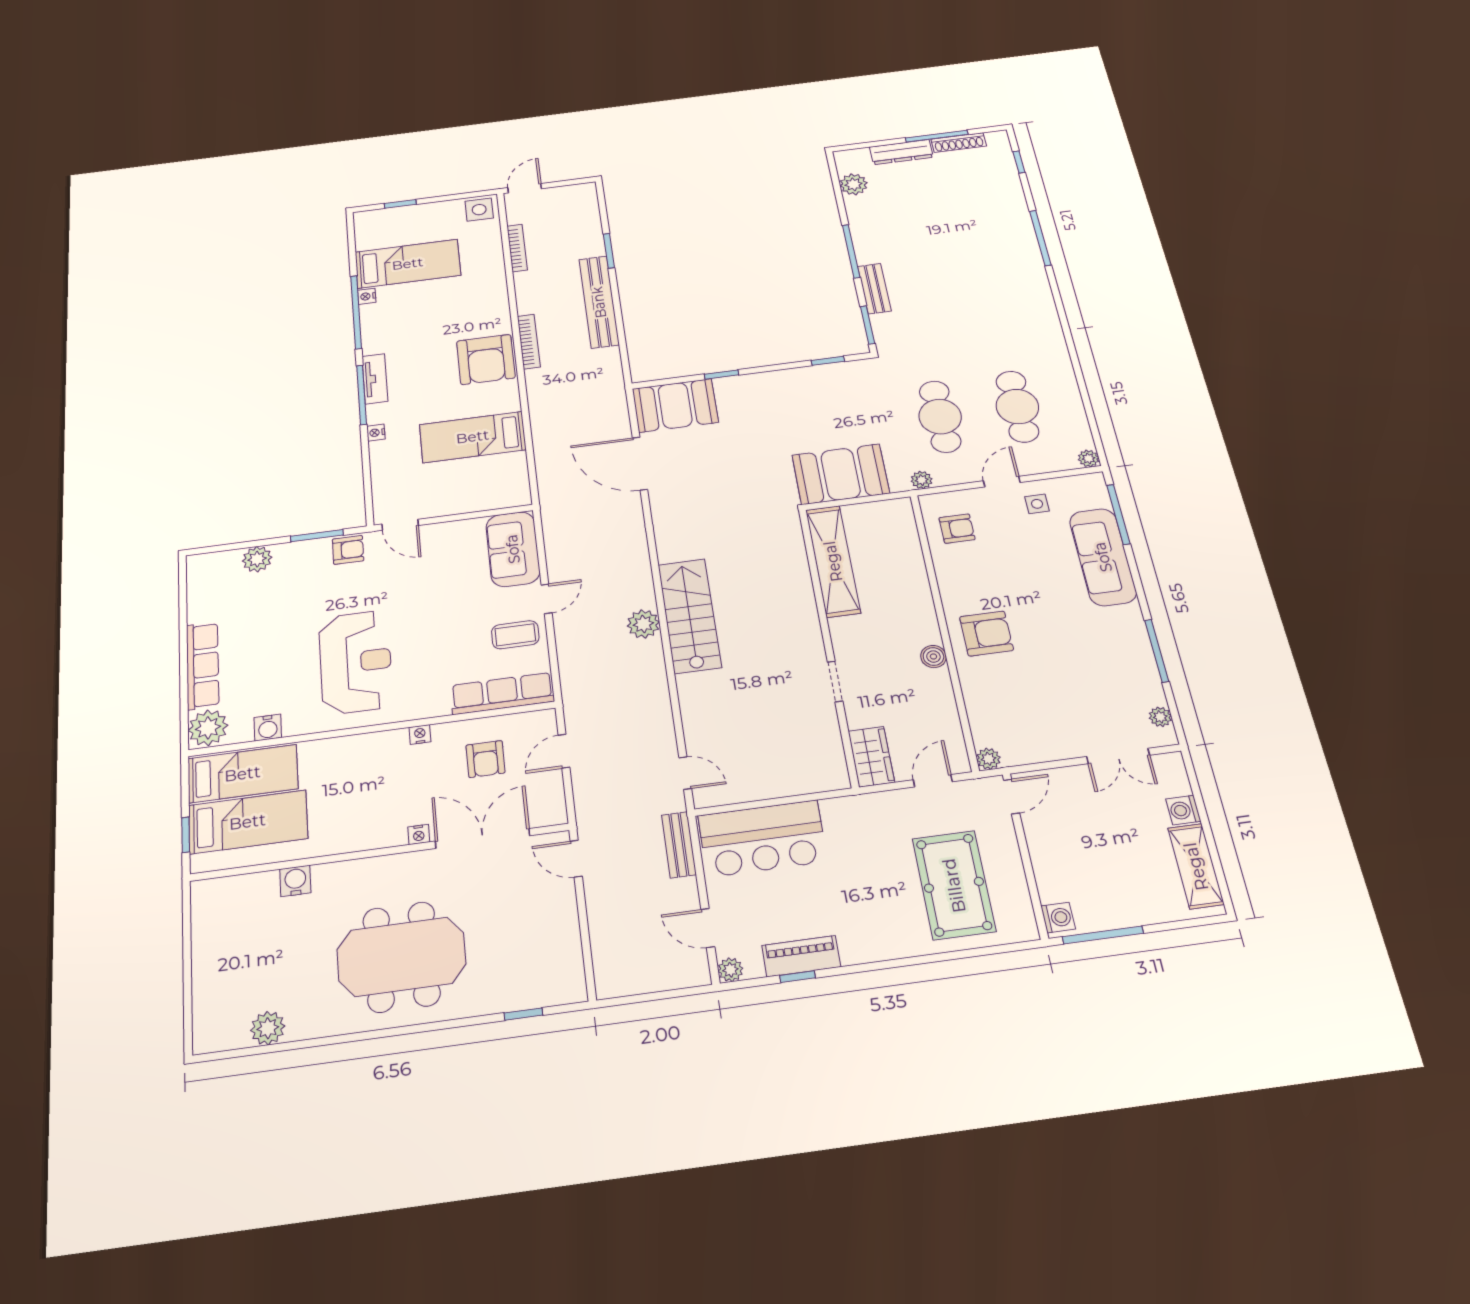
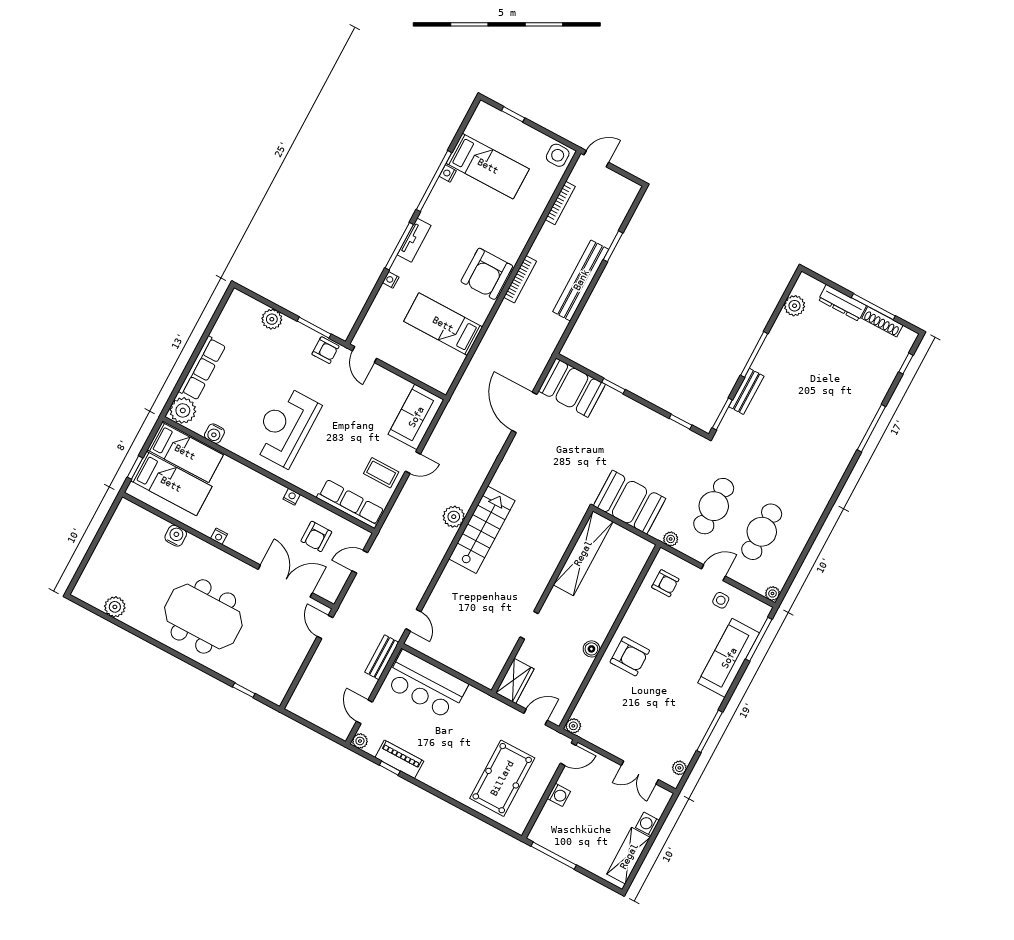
reception desk: (356, 662) -> (285, 427), turned 180
nightstand: (419, 835) -> (219, 536), moved
washing machine: (1058, 918) -> (559, 795), moved

